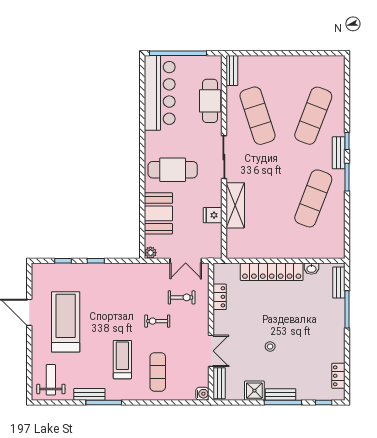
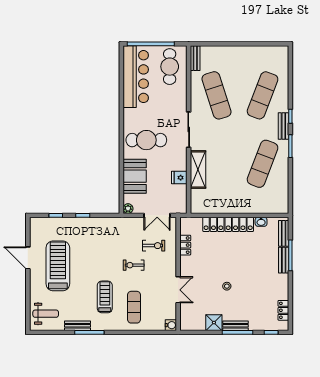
cafe table: (210, 101) -> (170, 67), moved
weight bench: (51, 380) -> (46, 314), turned 90
bench: (219, 383) -> (284, 260), moved

